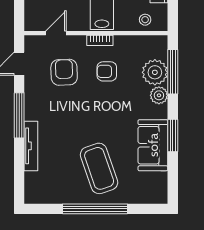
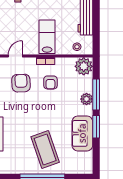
armchair: (107, 71) -> (50, 82), turned -90
plant: (155, 72) -> (84, 66), moved
window: (173, 72) -> (96, 94), moved

